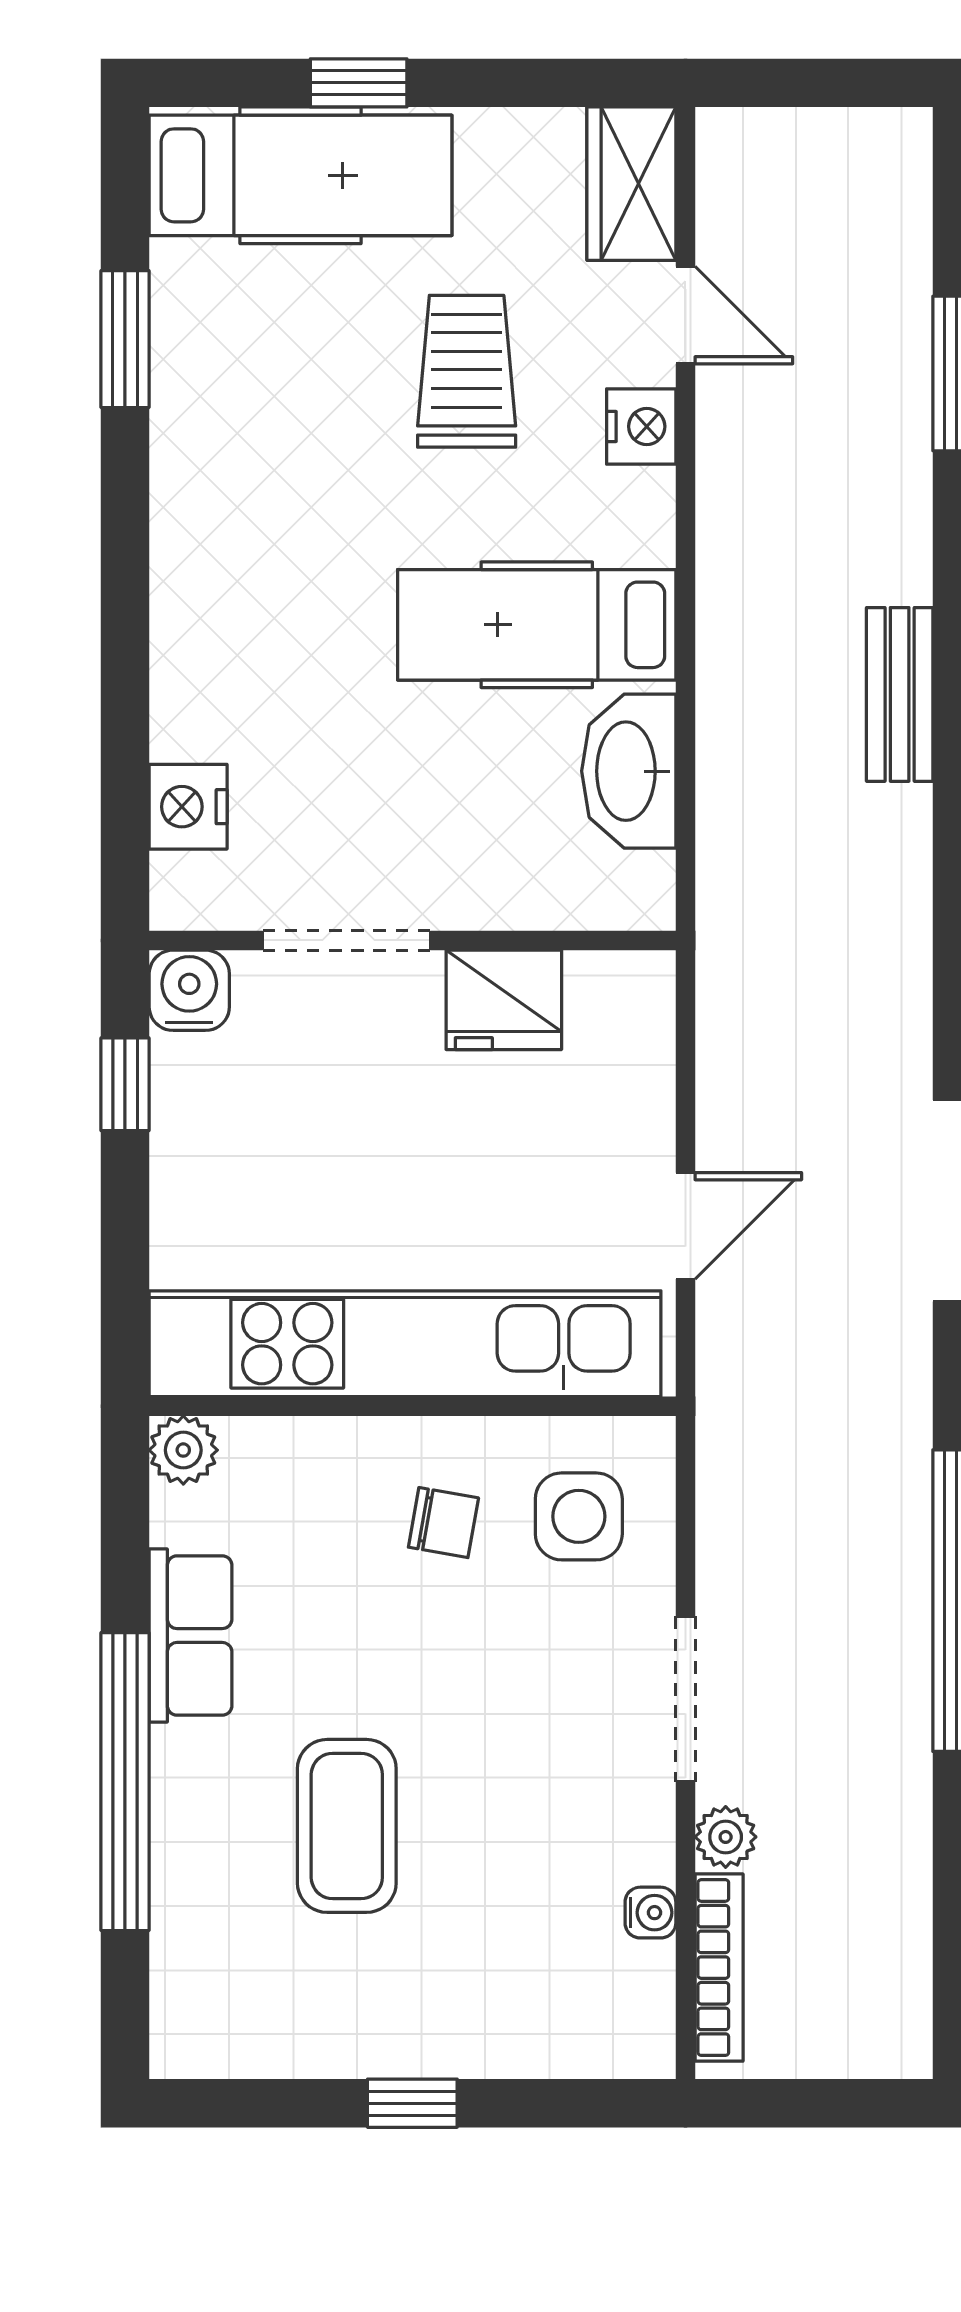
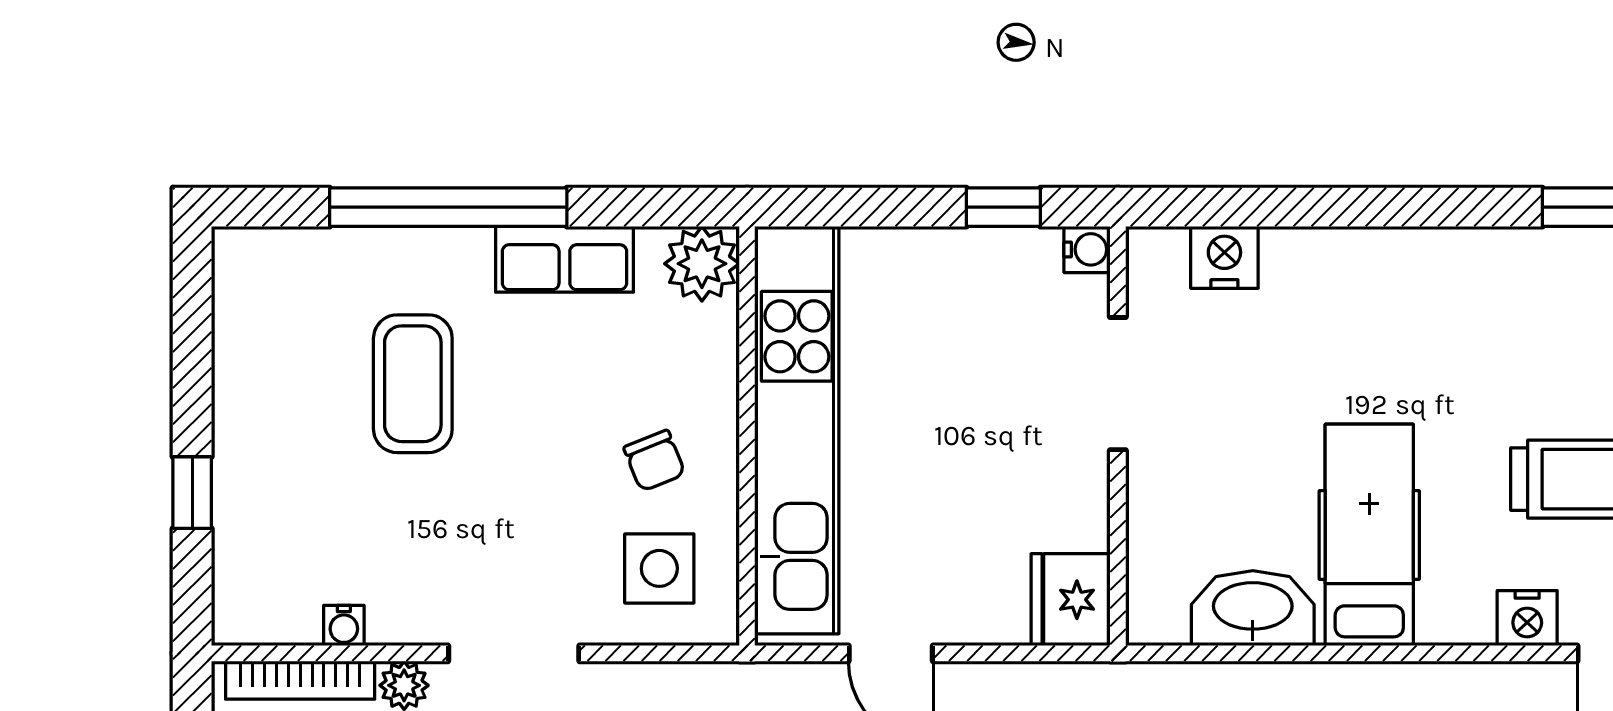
water cooler: (189, 990) -> (1087, 249), width x0.72, depth x0.72
fridge: (504, 1000) -> (1071, 600), moved
plant: (183, 1450) -> (702, 264), width x1.38, depth x1.38
chair: (443, 1523) -> (654, 461), turned -32
coffee table: (347, 1826) -> (413, 384), turned 90
window: (412, 2103) -> (192, 493), moved

